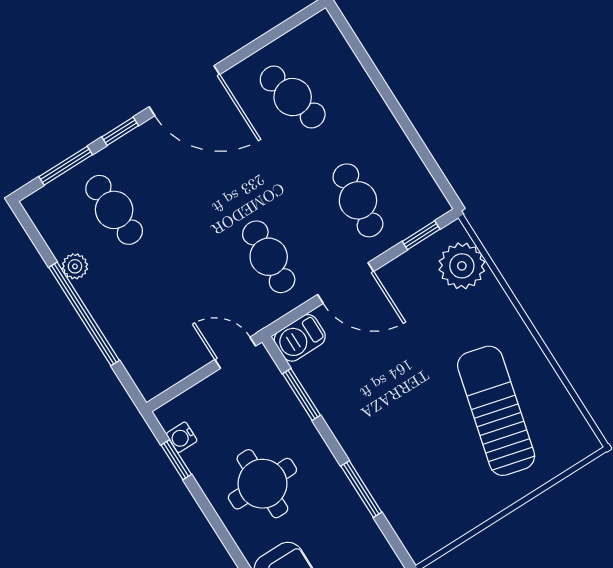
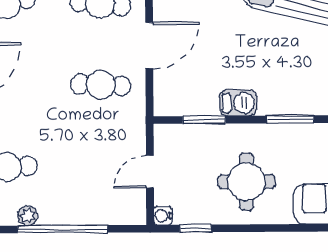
barbecue: (300, 338) -> (238, 103), moved, turned -90
door: (235, 353) -> (150, 172), moved
water cooler: (182, 437) -> (163, 216), moved, turned 90

